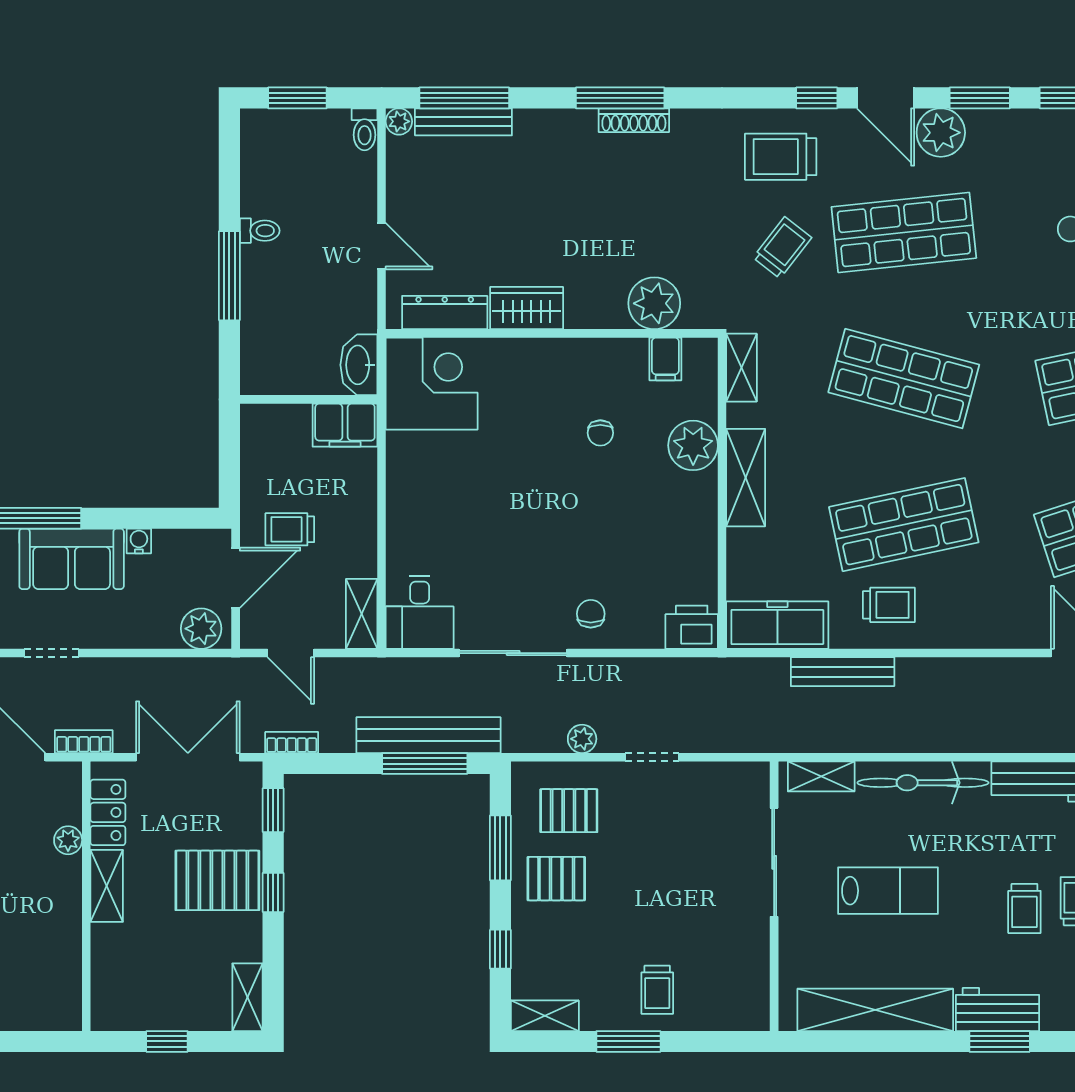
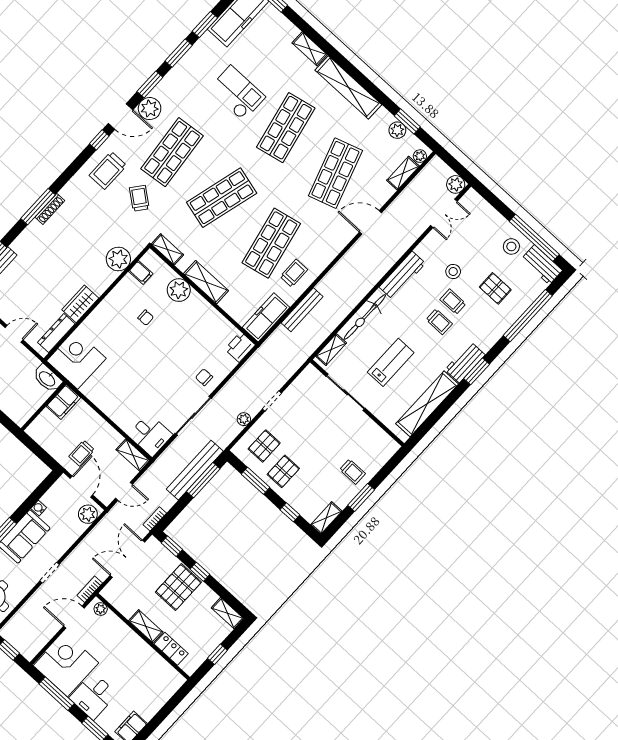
locker: (108, 812) -> (171, 649), moved
plant: (68, 840) -> (101, 609), moved

